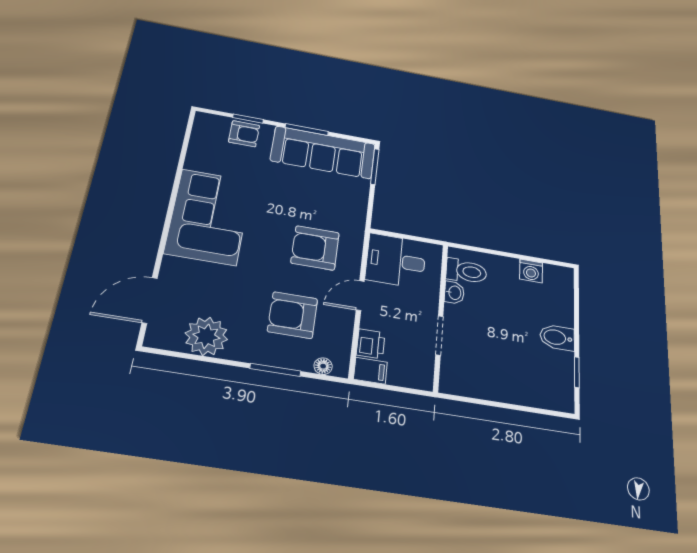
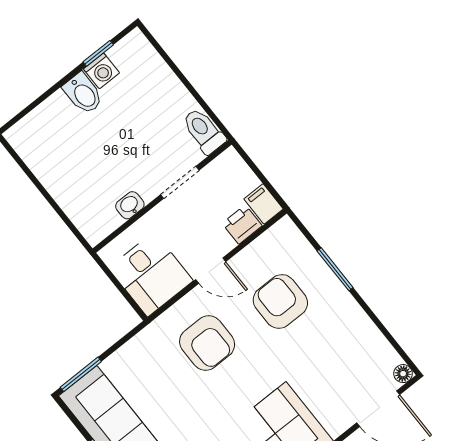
toilet: (466, 271) -> (204, 131), moved
washing machine: (531, 271) -> (101, 71), moved, turned 90
armchair: (293, 315) -> (280, 301), turned 180
plant: (206, 336) -> (362, 342), removed
floor lamp: (323, 366) -> (403, 374), moved

